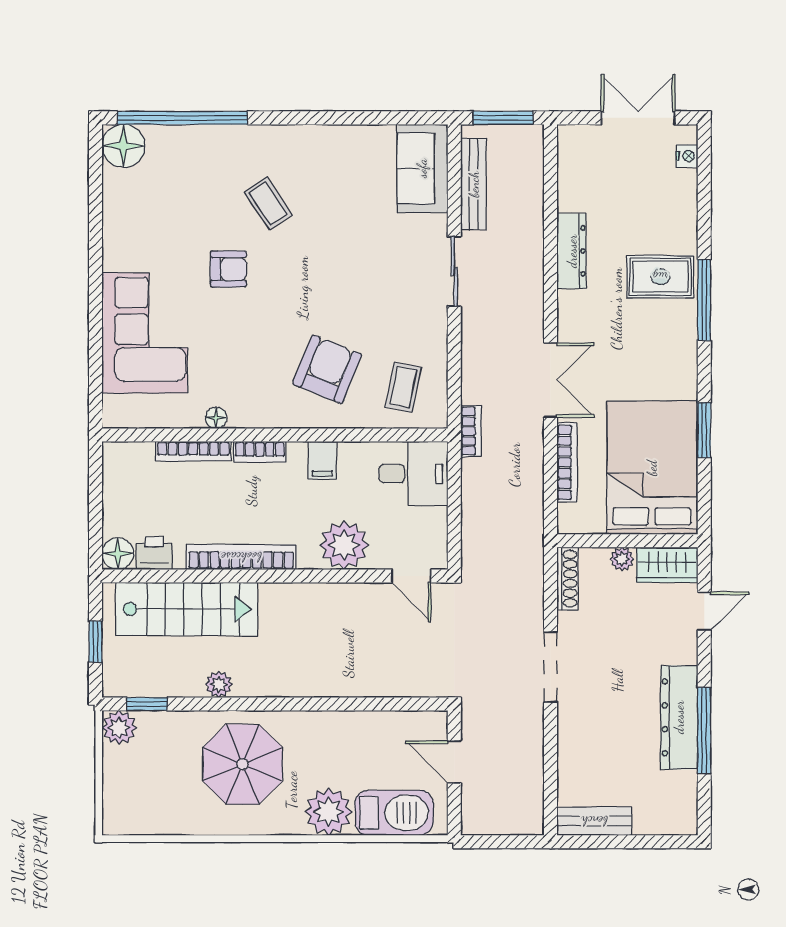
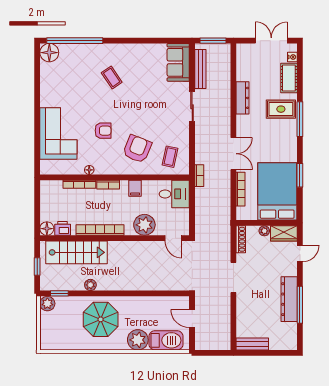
cot: (679, 205) -> (289, 78), added
armchair: (228, 269) -> (103, 131), moved

